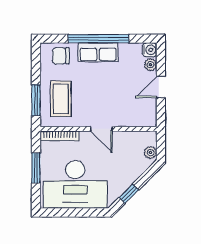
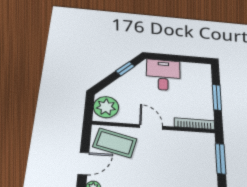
coffee table: (61, 99) -> (115, 143), moved, turned -76
plant: (150, 153) -> (106, 107), width x1.88, depth x1.88
desk: (75, 184) -> (163, 75), width x0.53, depth x0.77

